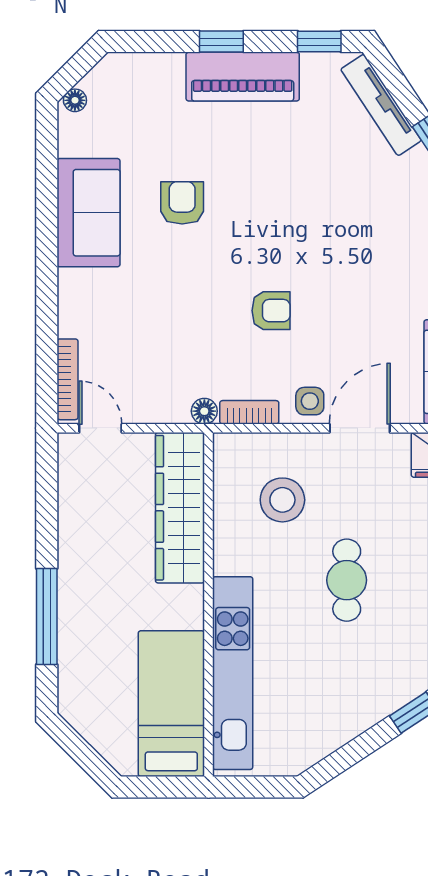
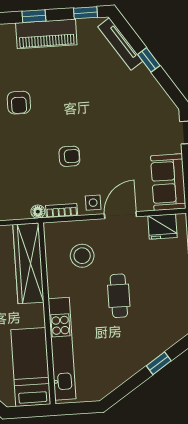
armchair: (182, 203) -> (19, 103), turned 180

